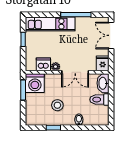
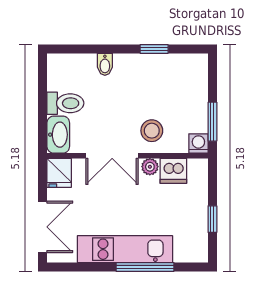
window: (76, 15) -> (145, 267), moved
kitchen unit: (50, 24) -> (125, 249), moved
double door: (75, 72) -> (112, 156), swing flipped
washing machine: (35, 83) -> (198, 144), width x0.53, depth x0.53
stool: (57, 105) -> (152, 131), moved

